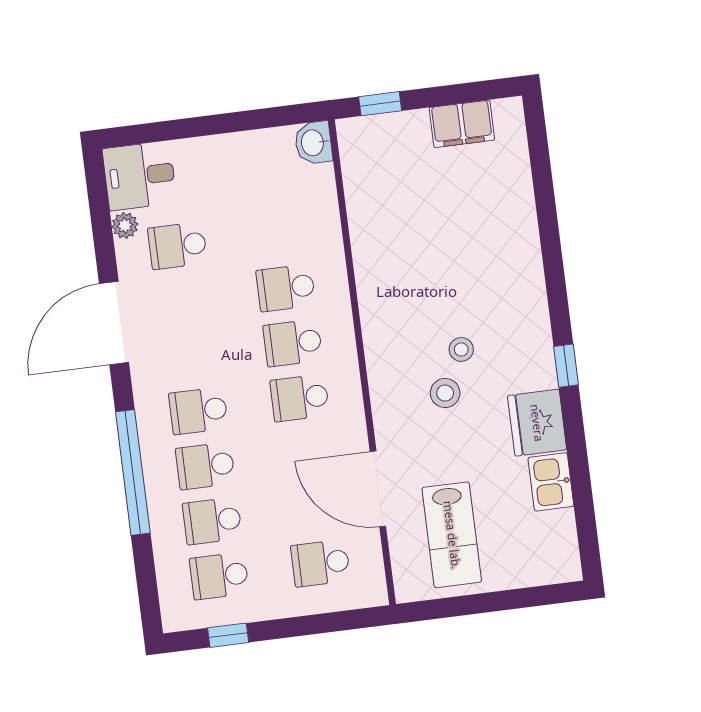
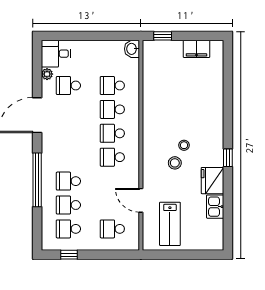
school desk: (198, 411) -> (112, 86), moved
door: (378, 489) -> (141, 200), width x0.73

